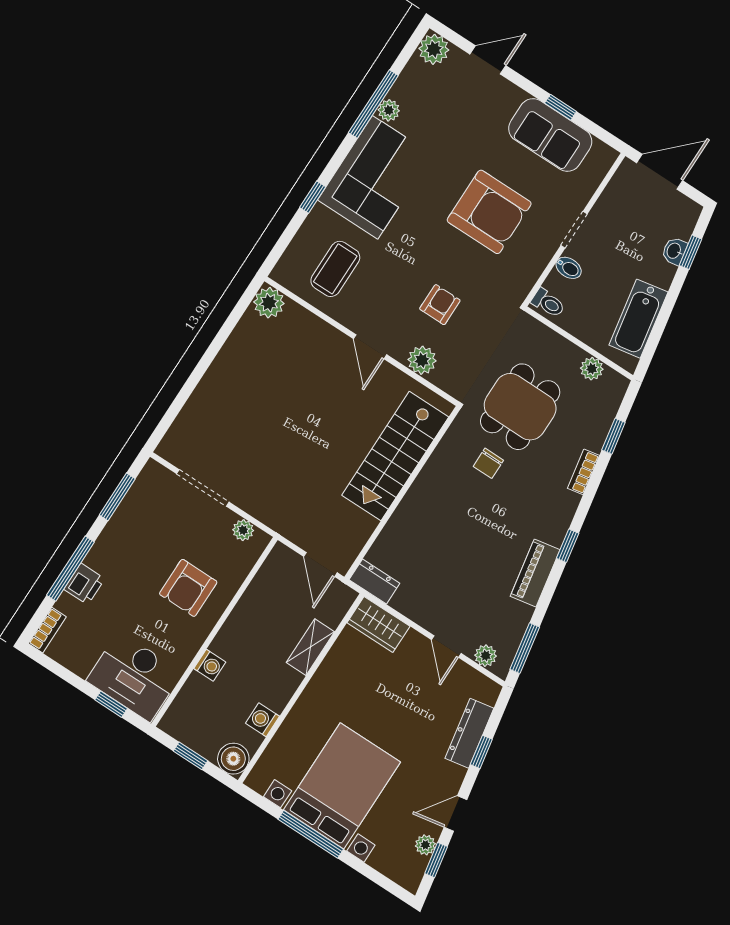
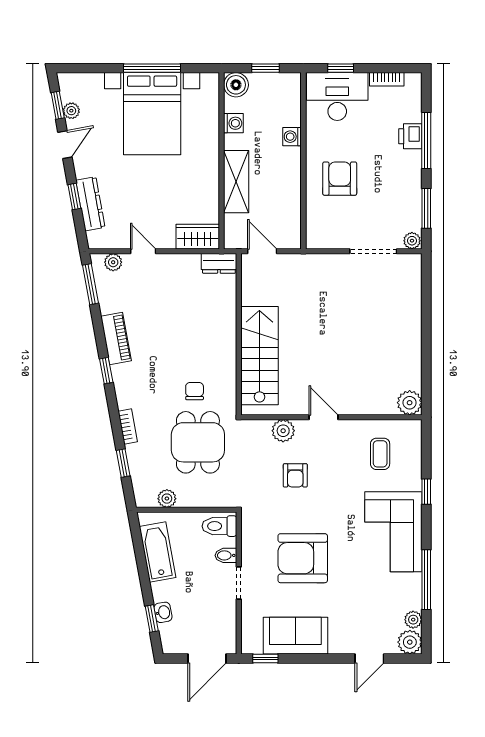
window: (561, 107) -> (265, 659), moved
plant: (389, 110) -> (413, 620), moved
coffee table: (335, 269) -> (380, 454), width x0.73, depth x0.77
toilet: (548, 303) -> (219, 526), width x1.37, depth x1.39
plant: (243, 530) -> (412, 241), moved
bookcase: (47, 630) -> (387, 79), moved, turned -90
shelving: (310, 647) -> (236, 182), width x1.50, depth x1.33

